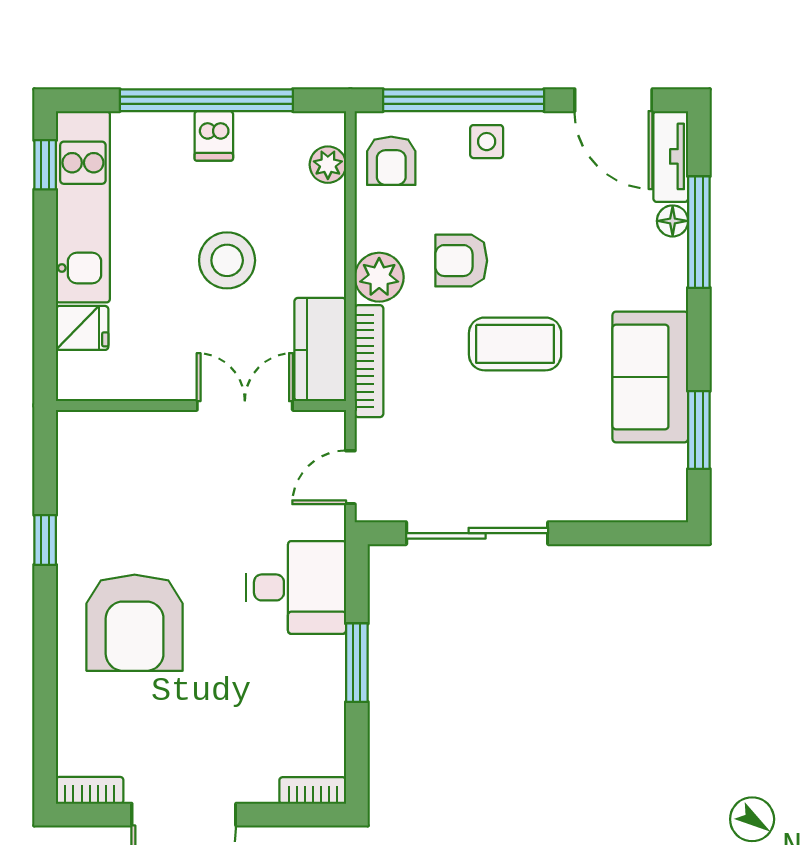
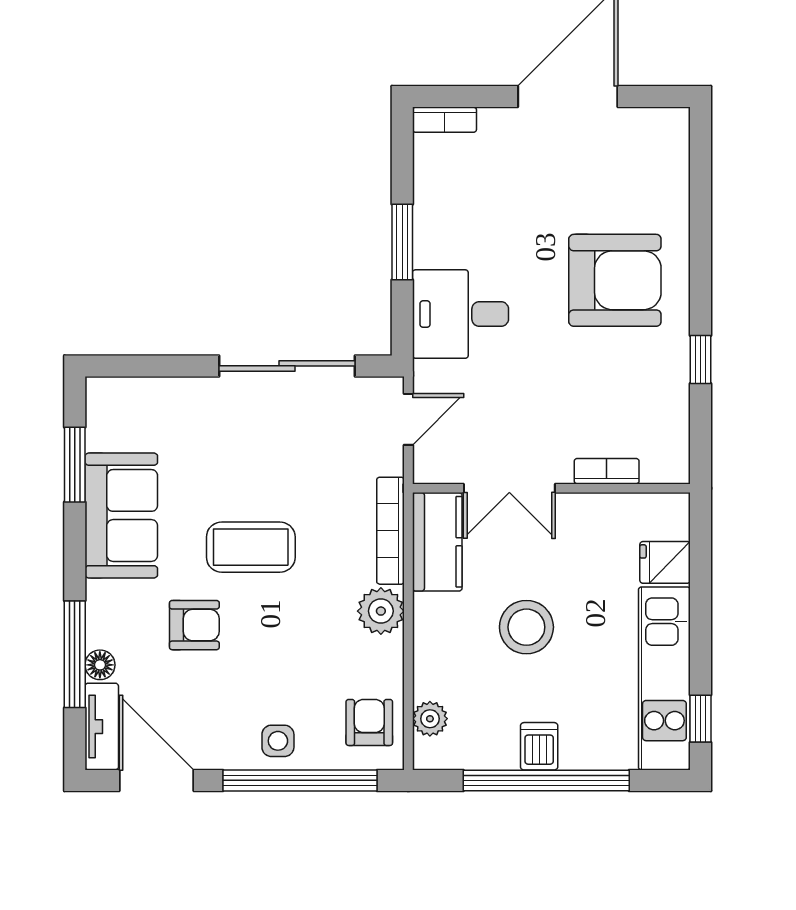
armchair: (461, 261) -> (194, 625), moved
armchair: (135, 623) -> (615, 280), turned 90
bookcase: (90, 790) -> (607, 471), moved, turned 180

